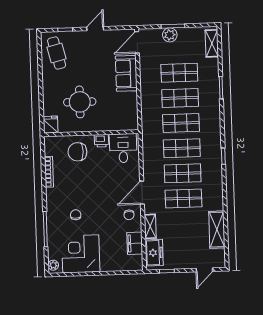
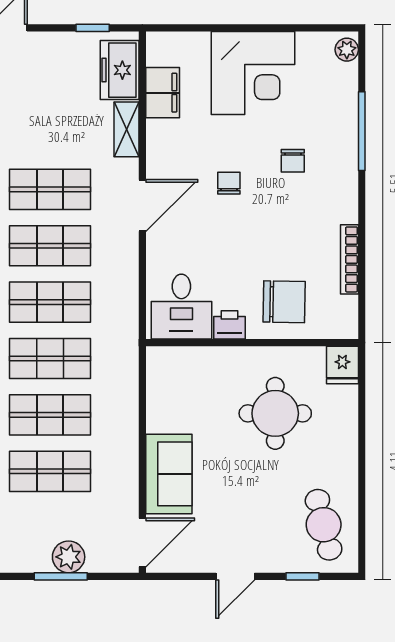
chair: (129, 215) -> (229, 183), moved
corner desk: (81, 254) -> (253, 73), moved

